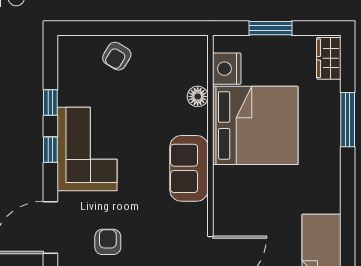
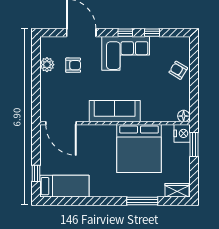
window: (271, 28) -> (194, 144), moved
nightstand: (227, 69) -> (182, 133), moved, turned 90
floor lamp: (198, 96) -> (184, 116), moved
sofa: (189, 168) -> (115, 111), width x1.36

